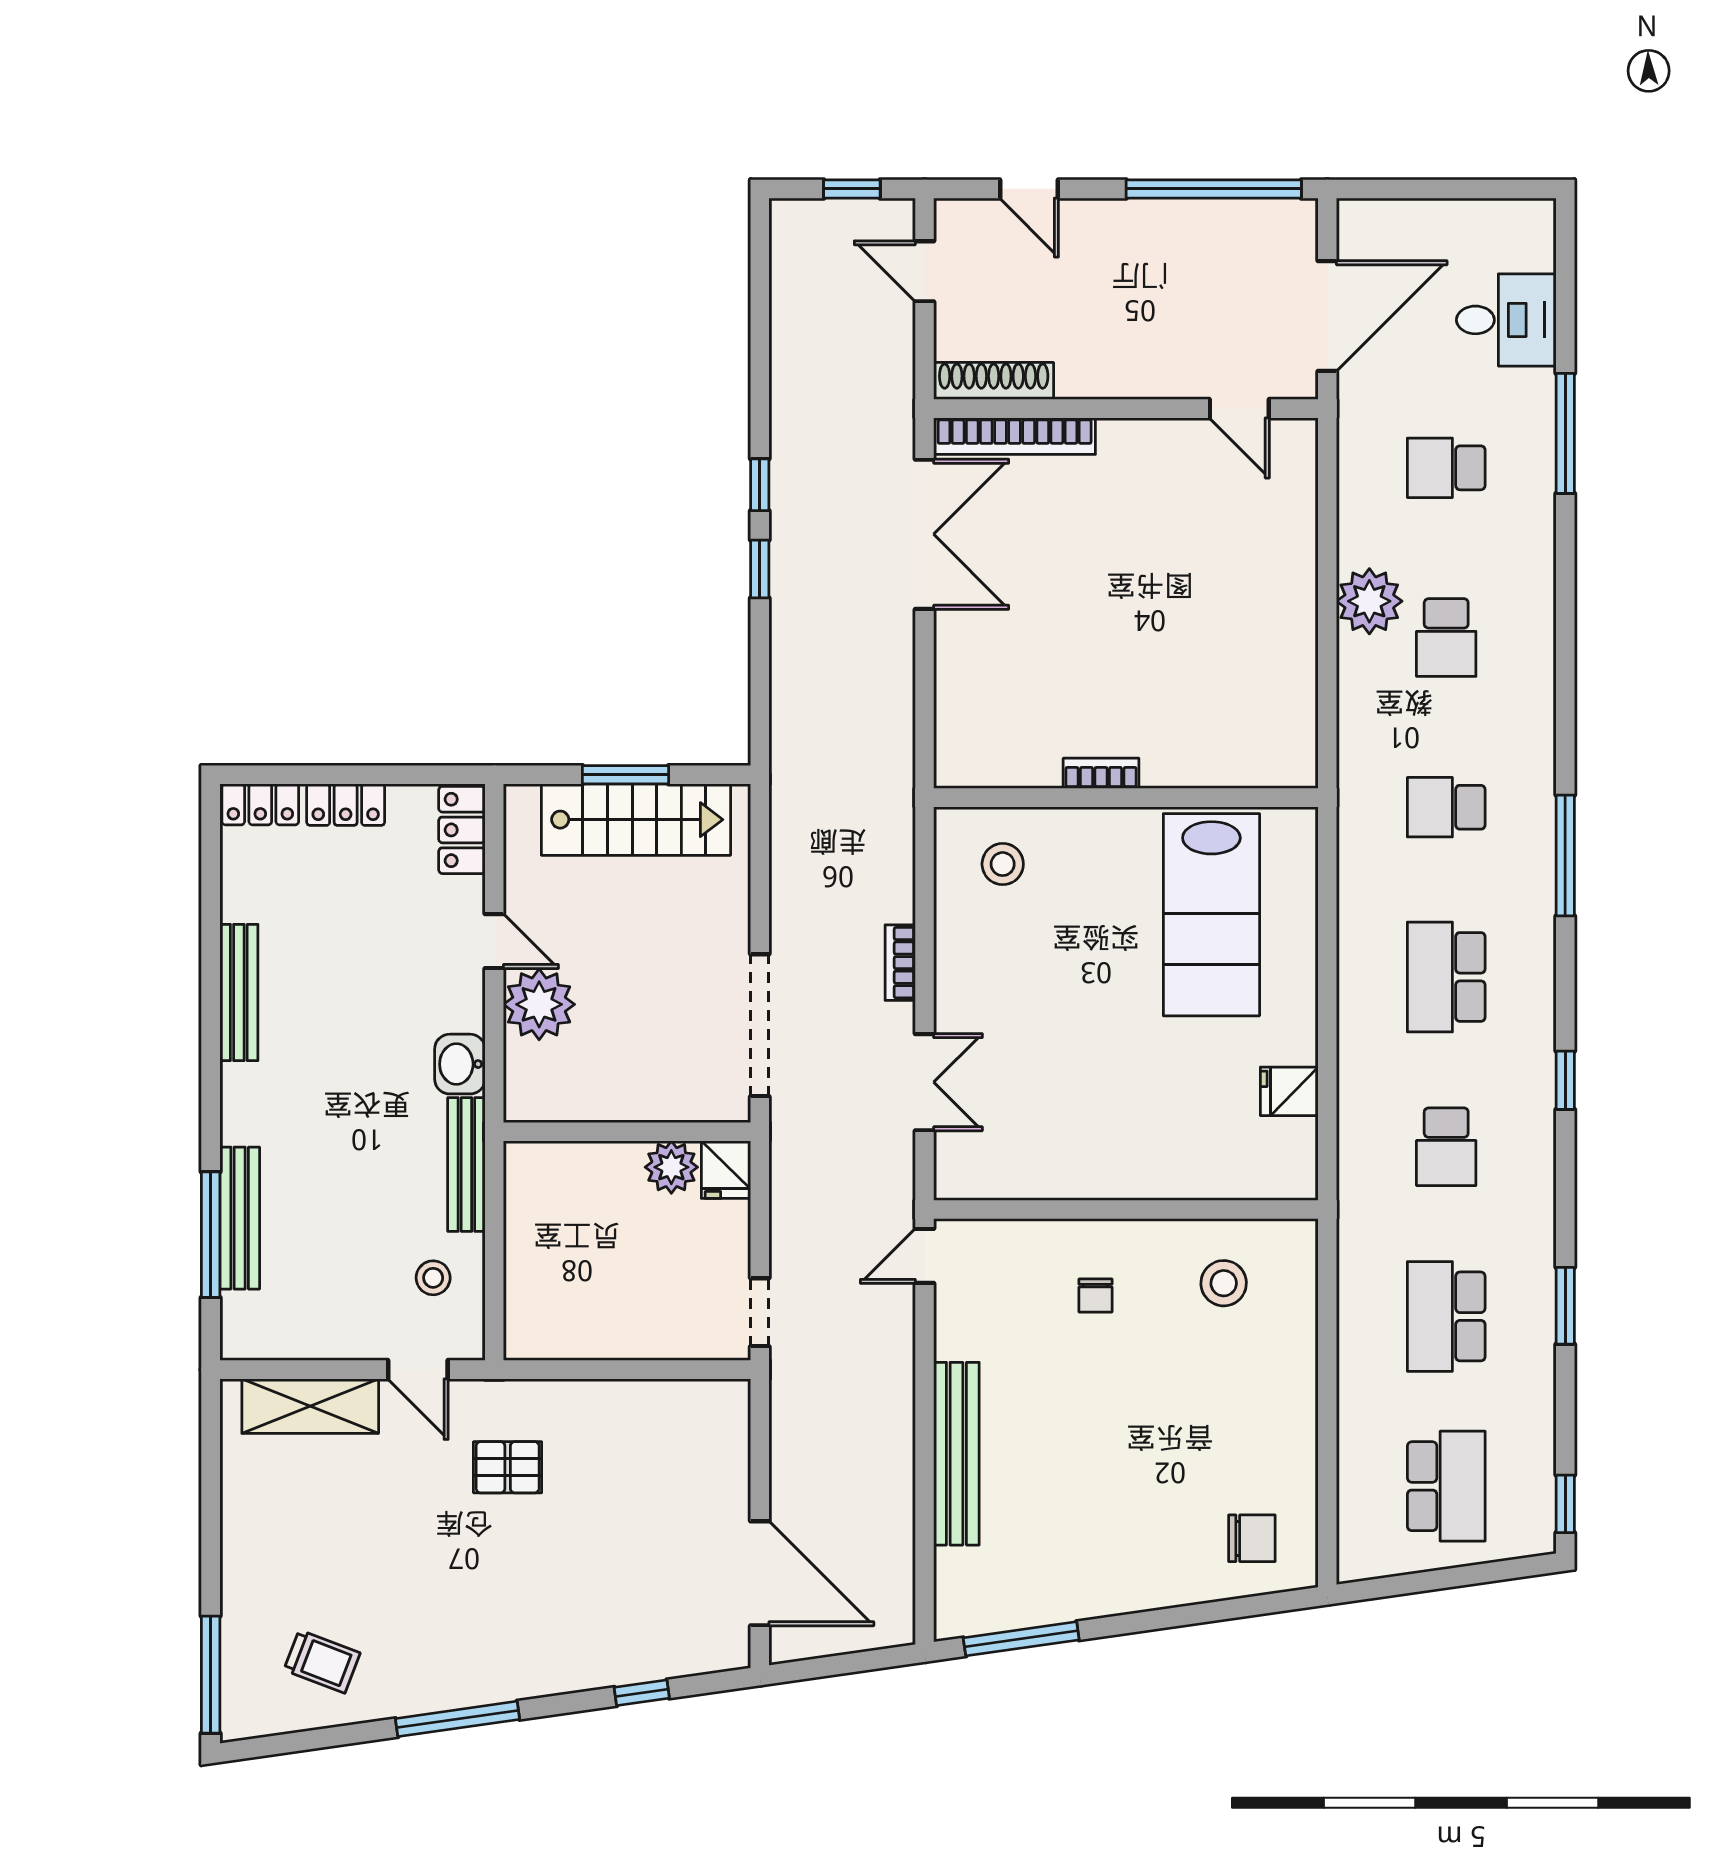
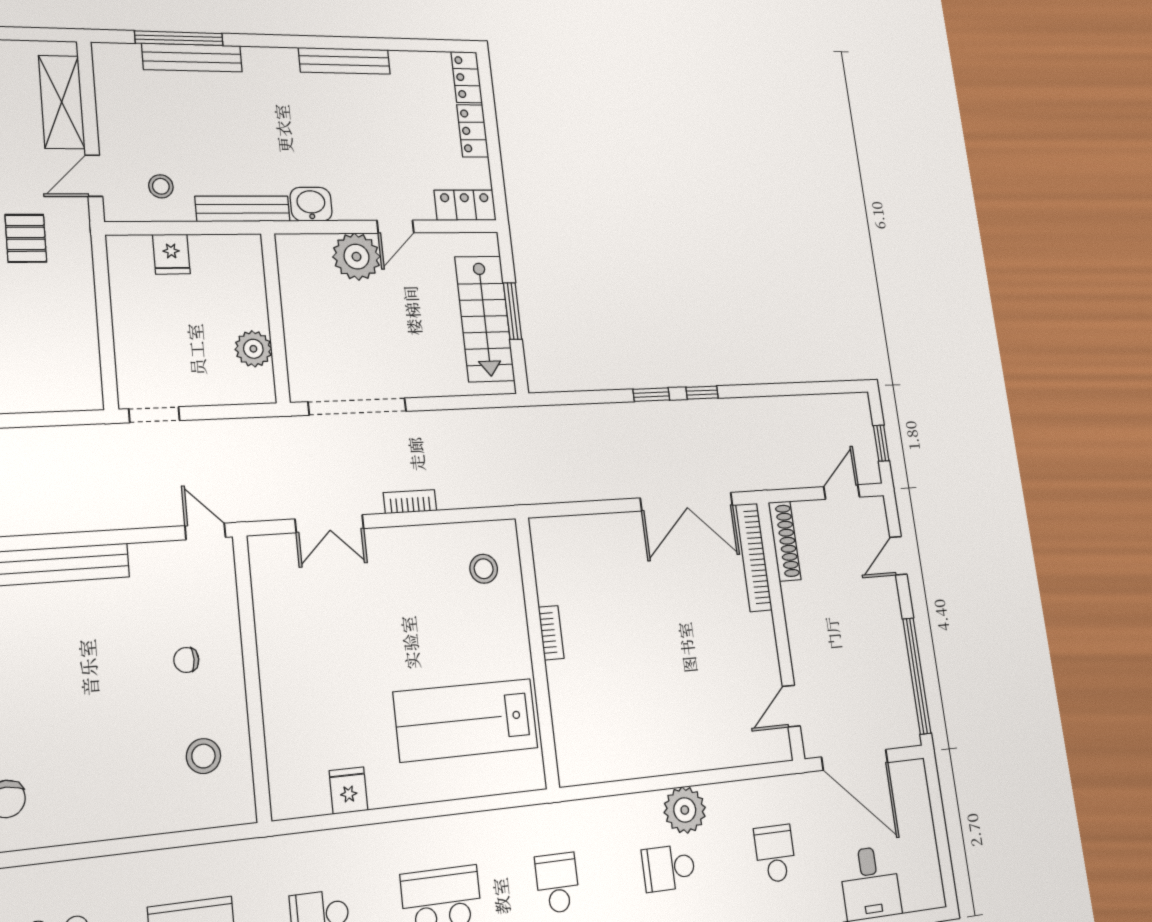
fridge: (725, 1170) -> (171, 254), moved, turned -90

